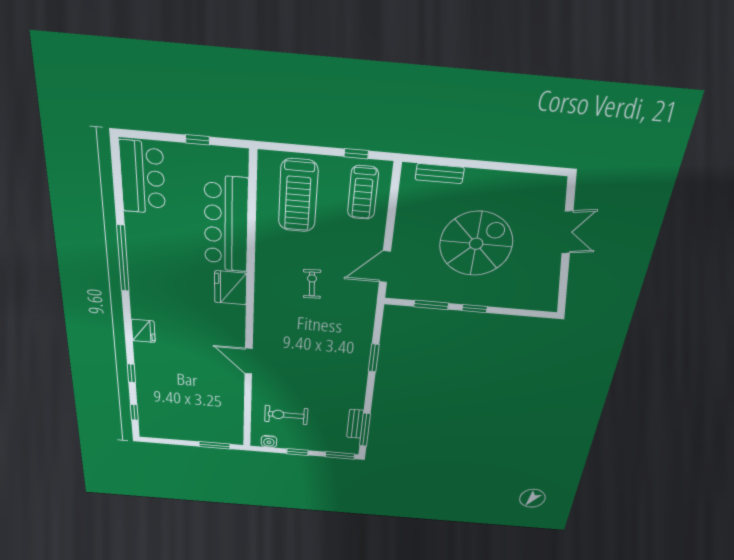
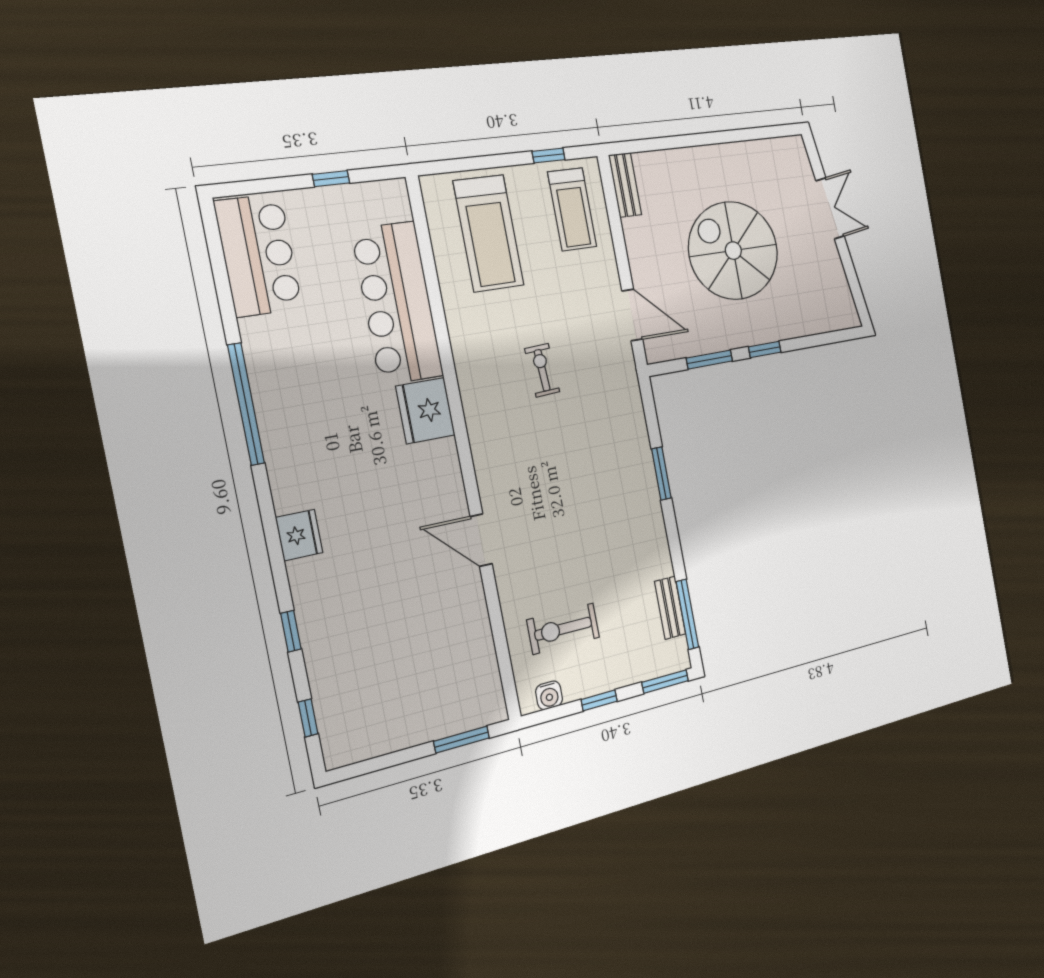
bench: (440, 174) -> (625, 185), moved, turned 90
spiral stairs: (476, 244) -> (733, 251), turned -90
door: (385, 267) -> (632, 315), swing flipped

